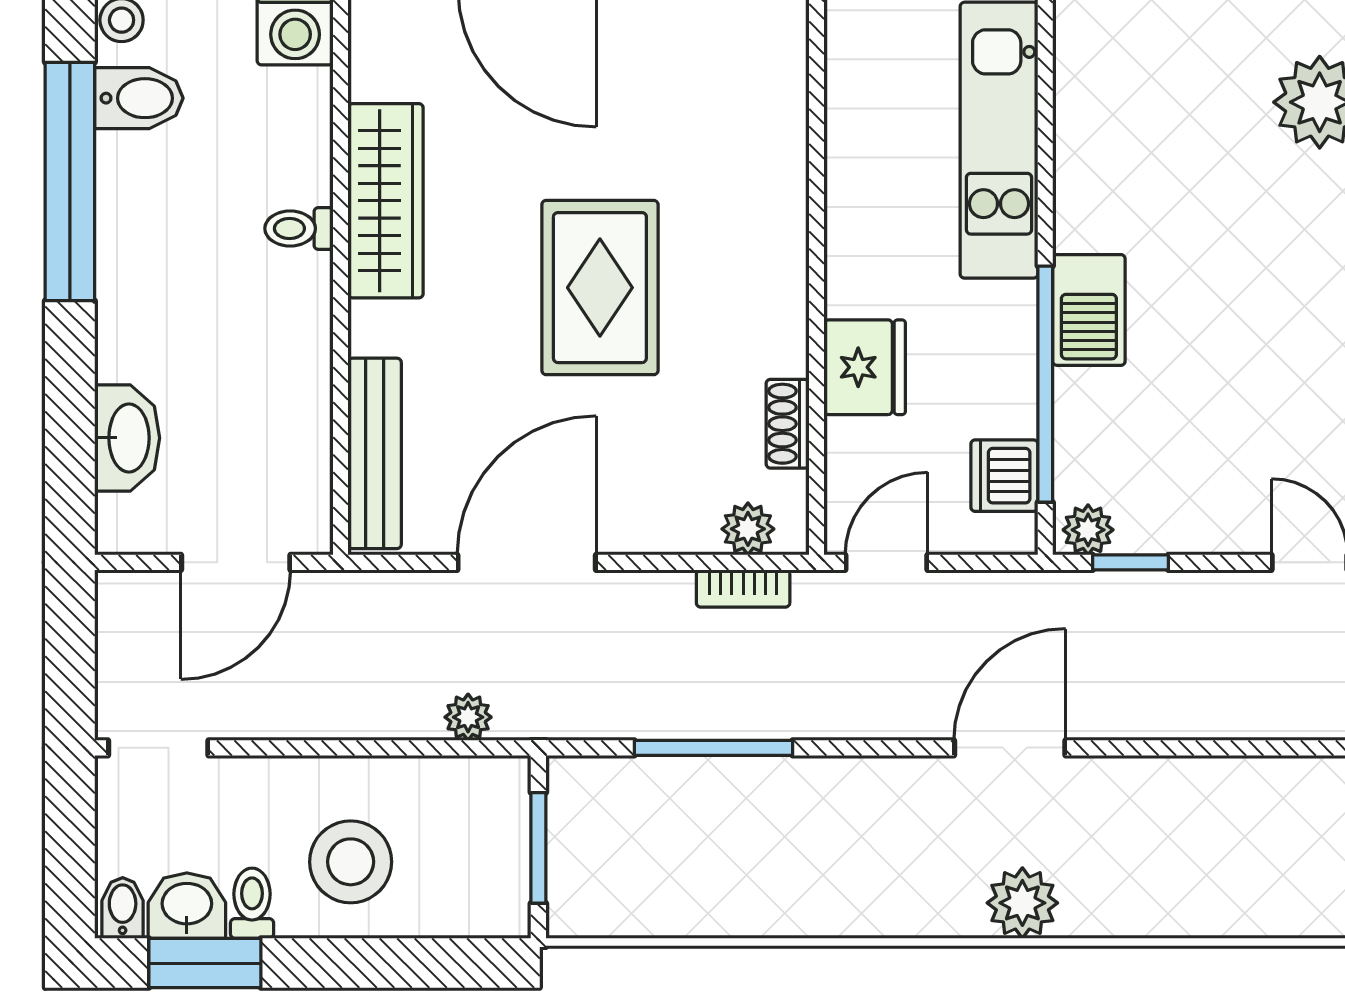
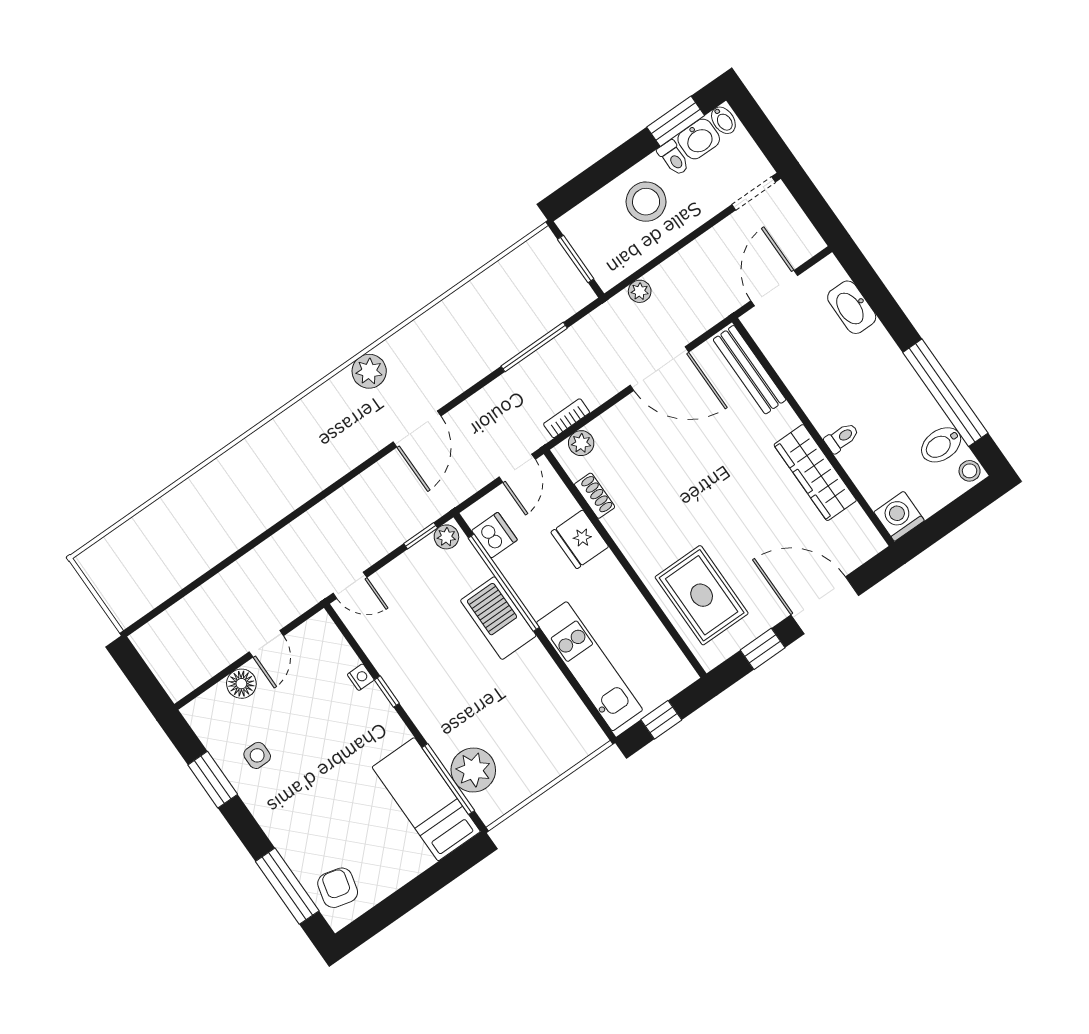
rug: (600, 288) -> (702, 595), moved
barbecue: (1089, 310) -> (498, 618), width x1.37, depth x1.21
door: (527, 562) -> (659, 369), hinge flipped

